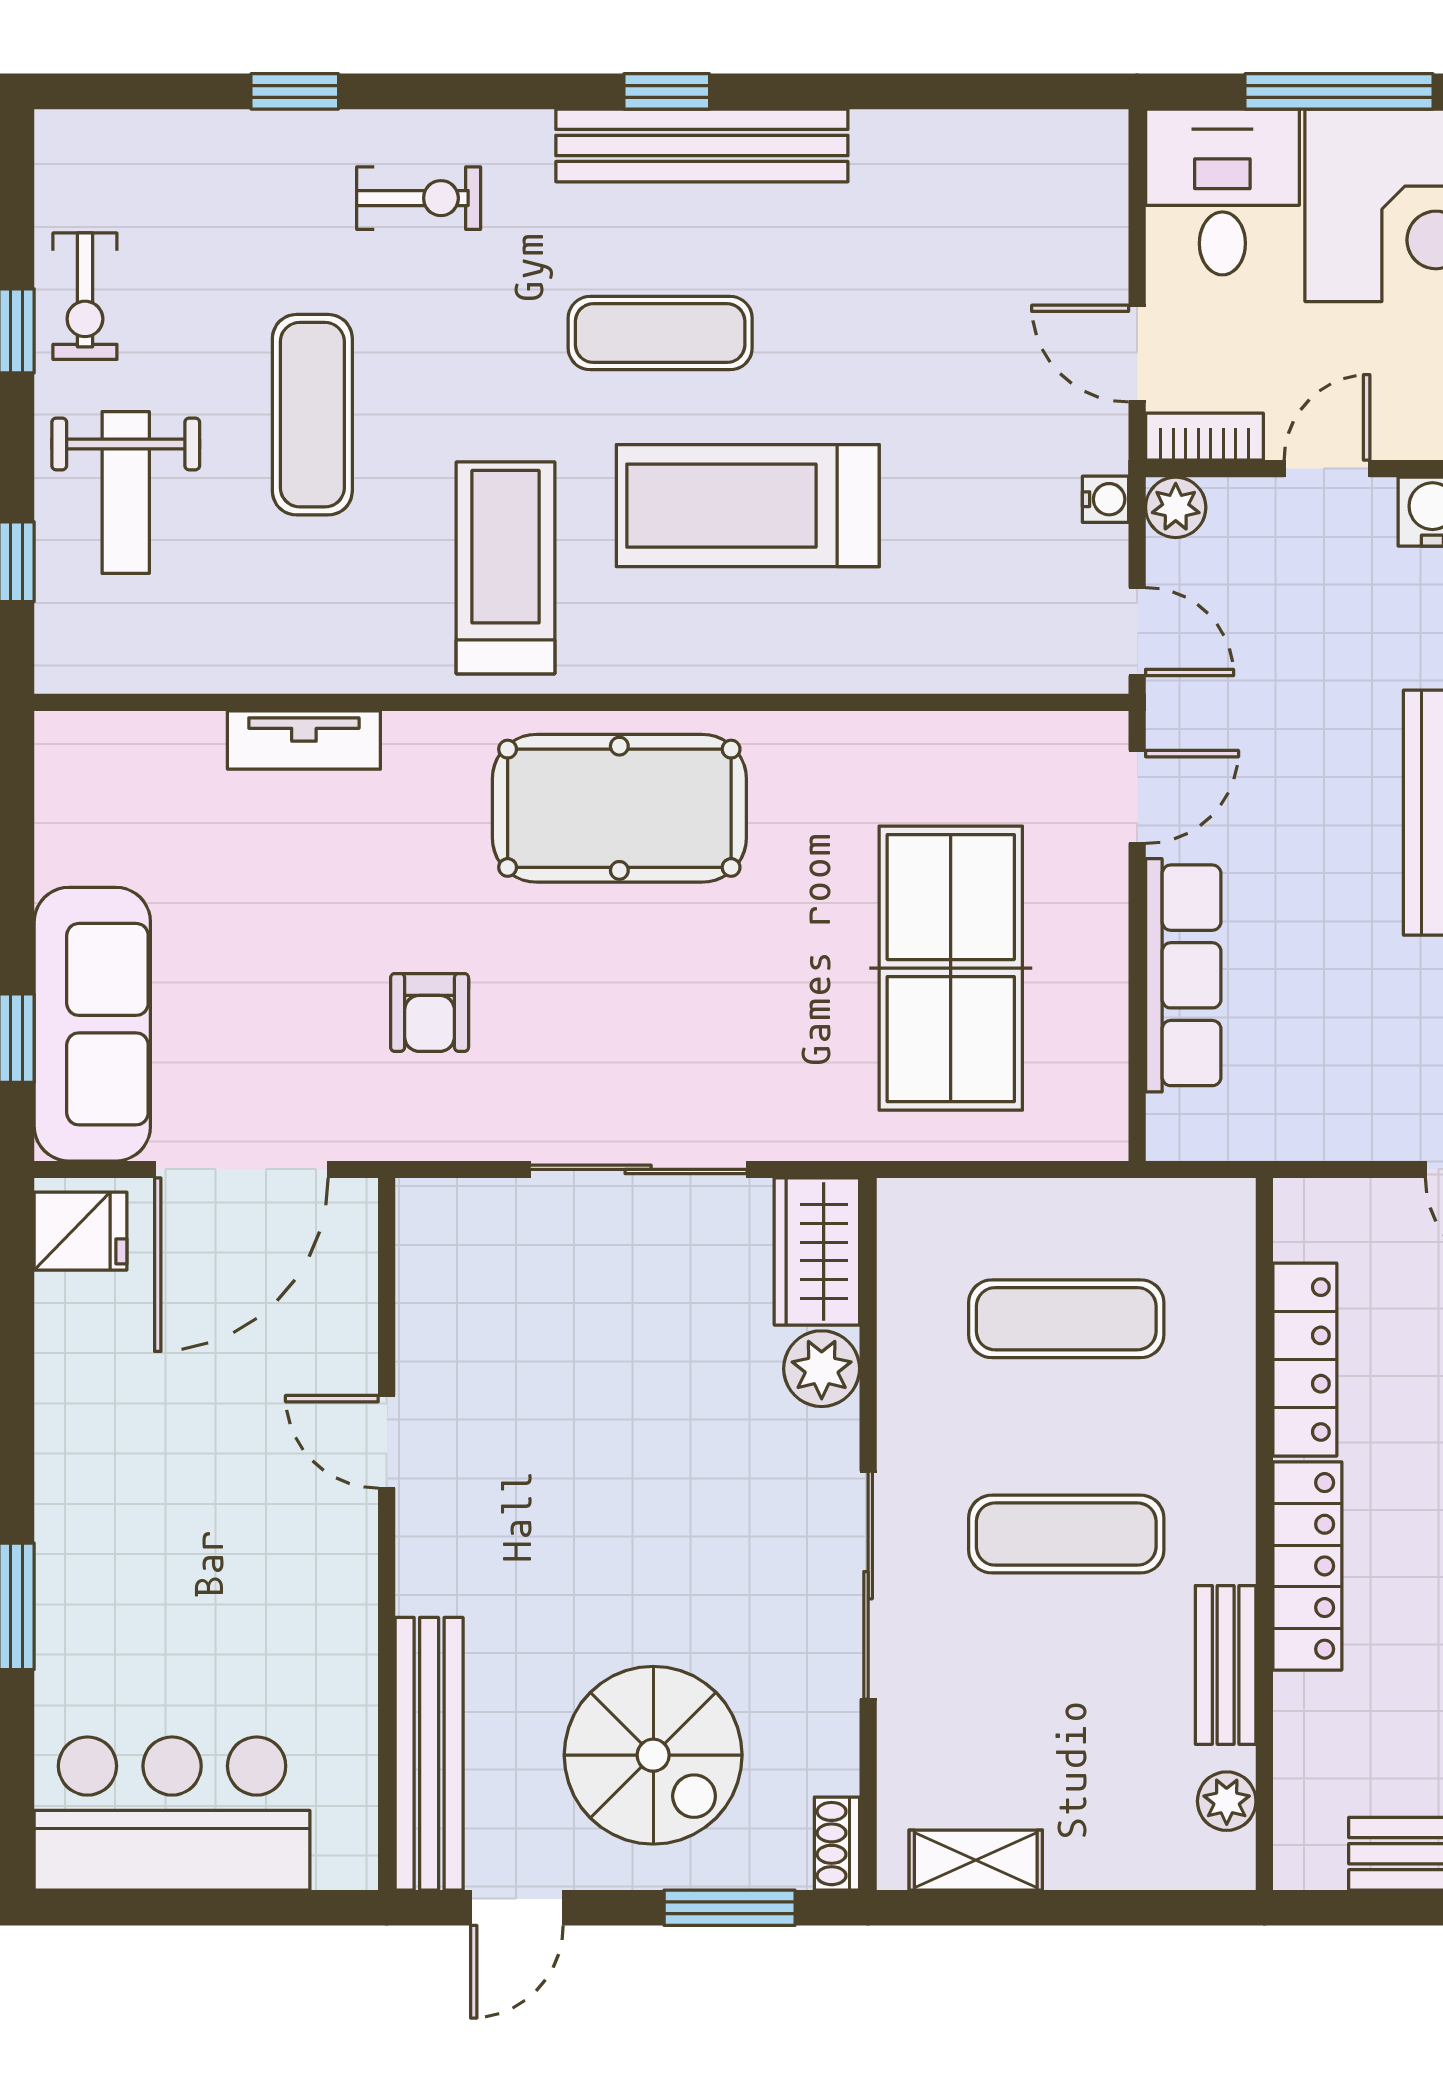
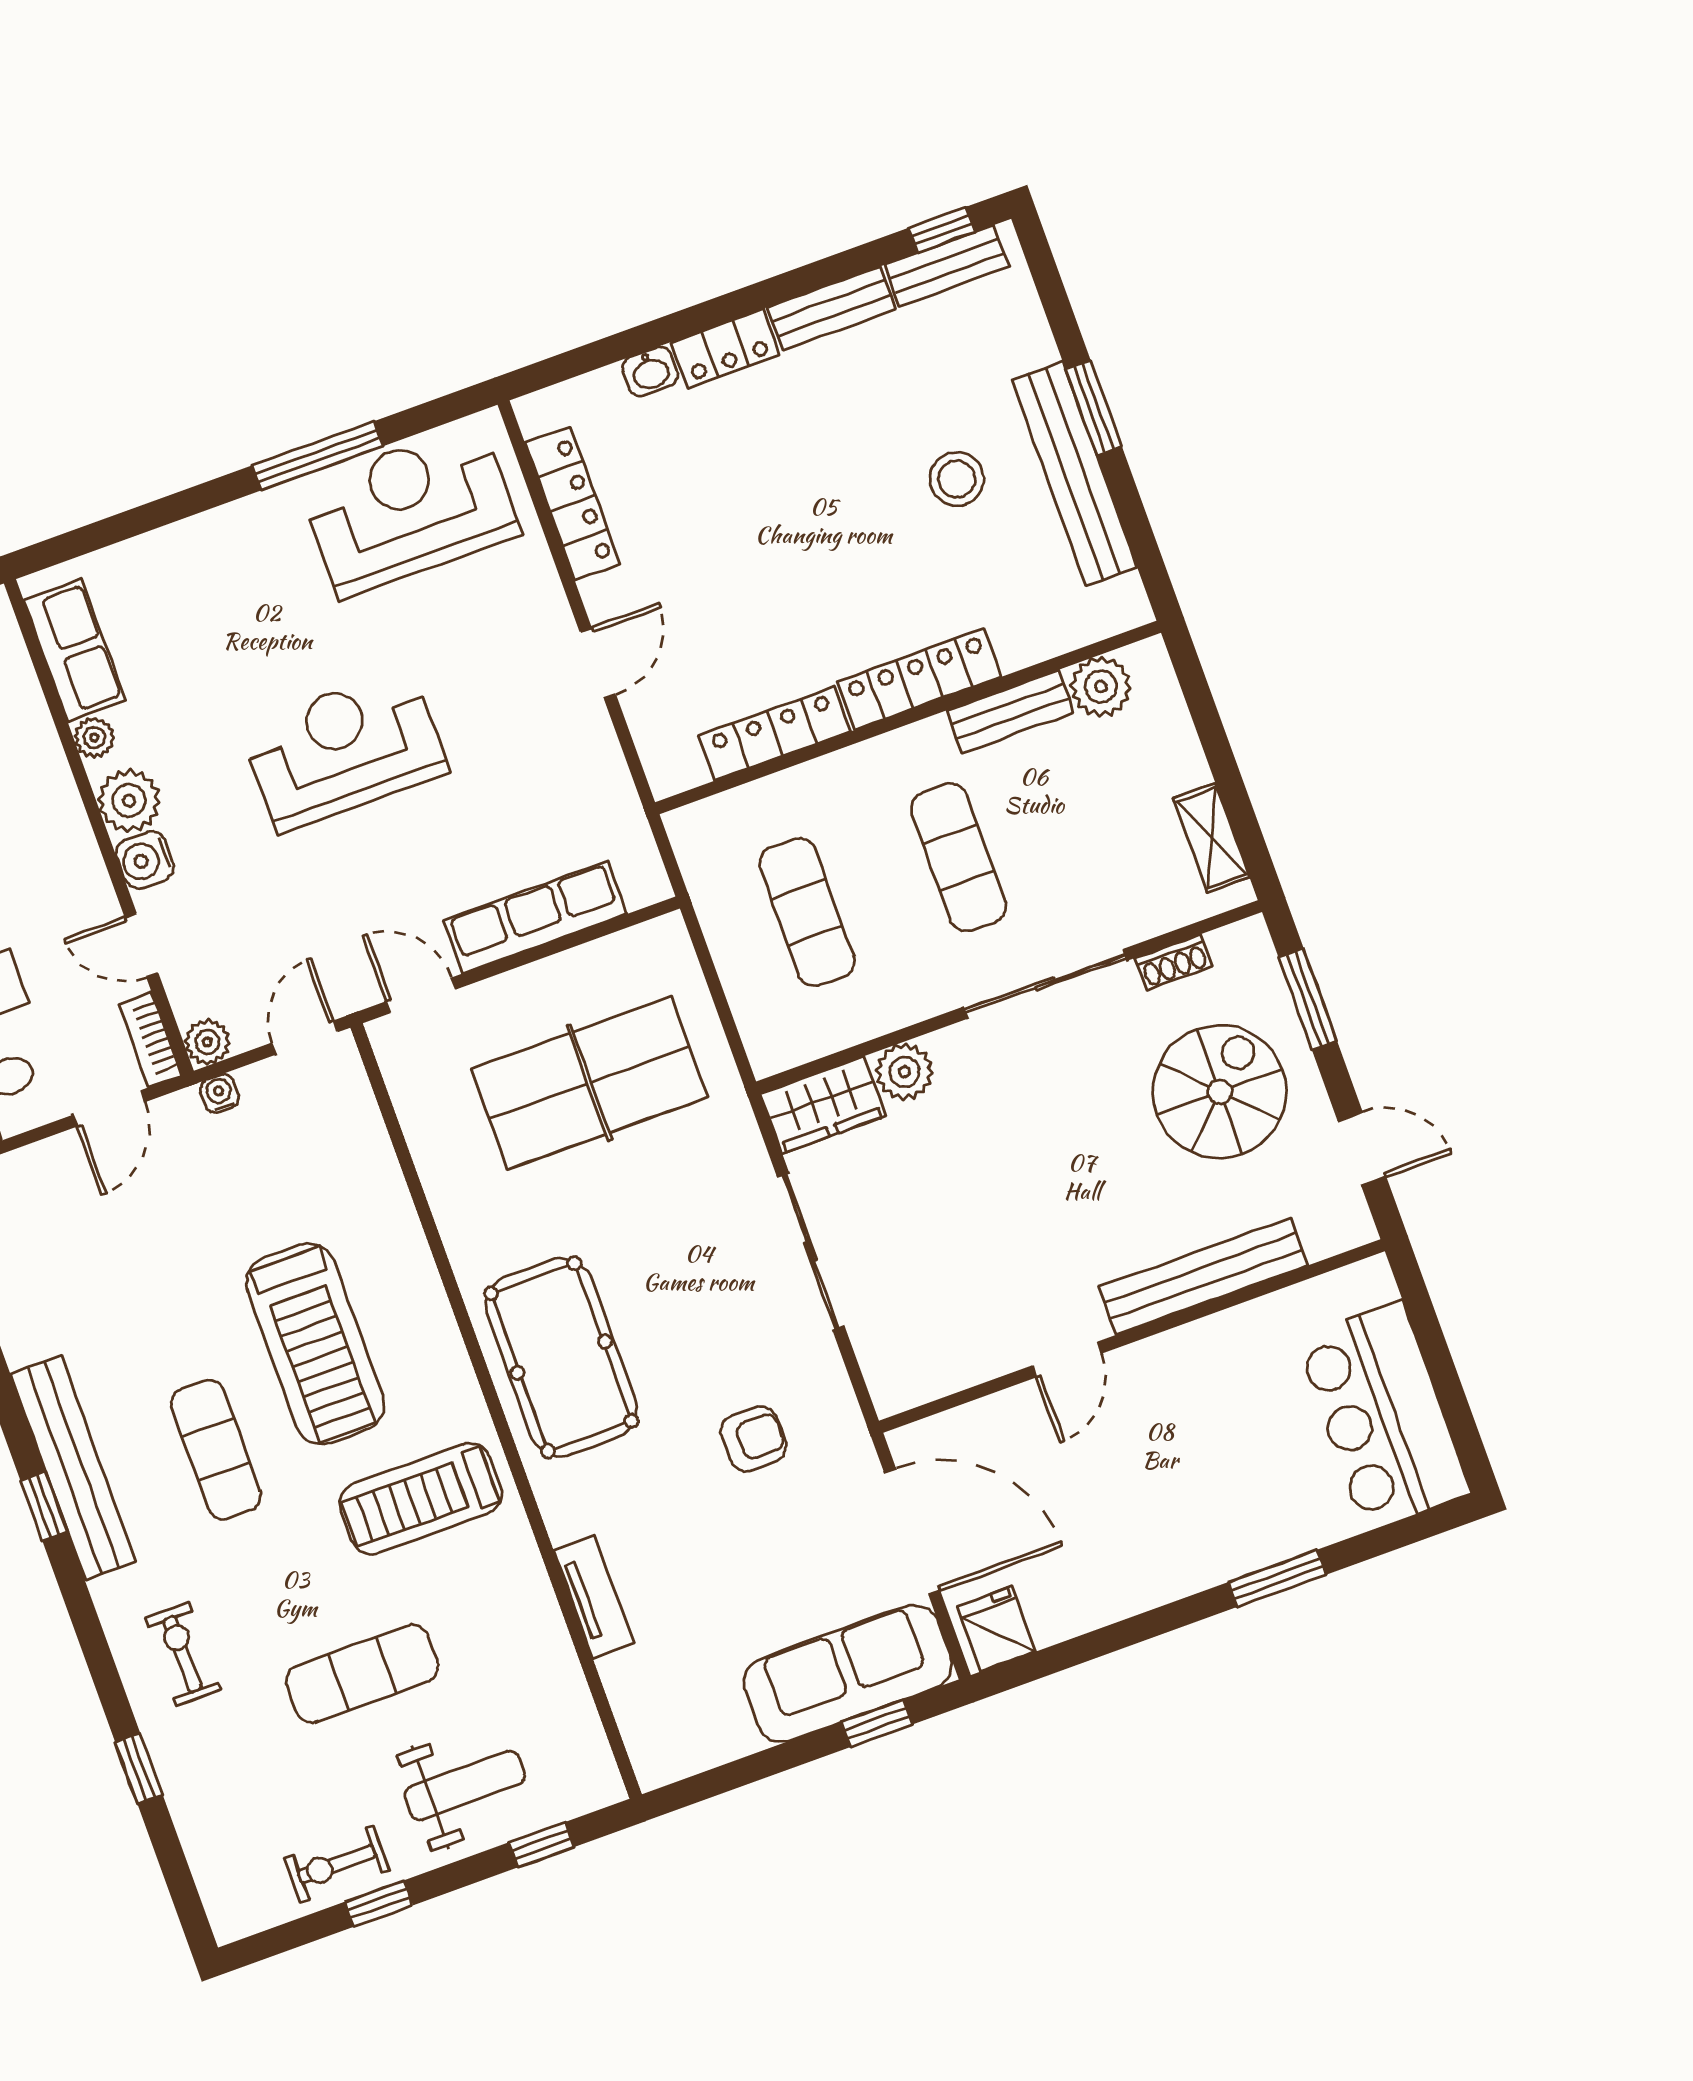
exercise bike: (85, 296) -> (337, 1864), turned 180
bench: (429, 1754) -> (1203, 1276), moved
plant: (1227, 1801) -> (1101, 687), width x1.38, depth x1.38
shoe rack: (837, 1844) -> (1173, 962), moved

